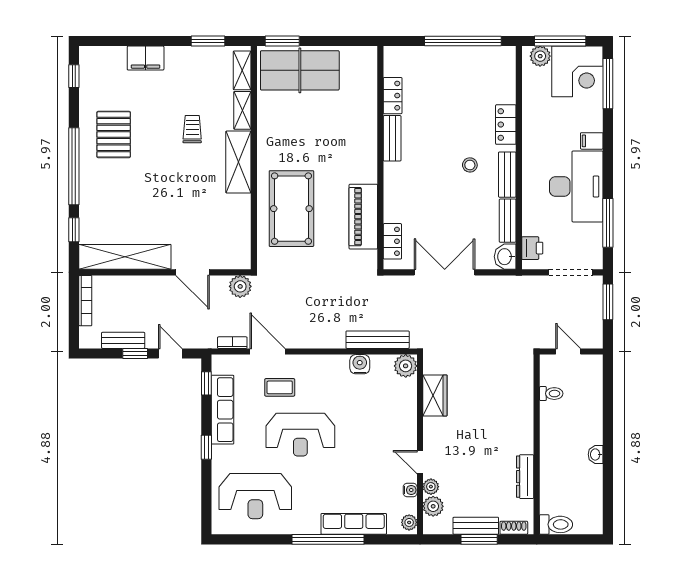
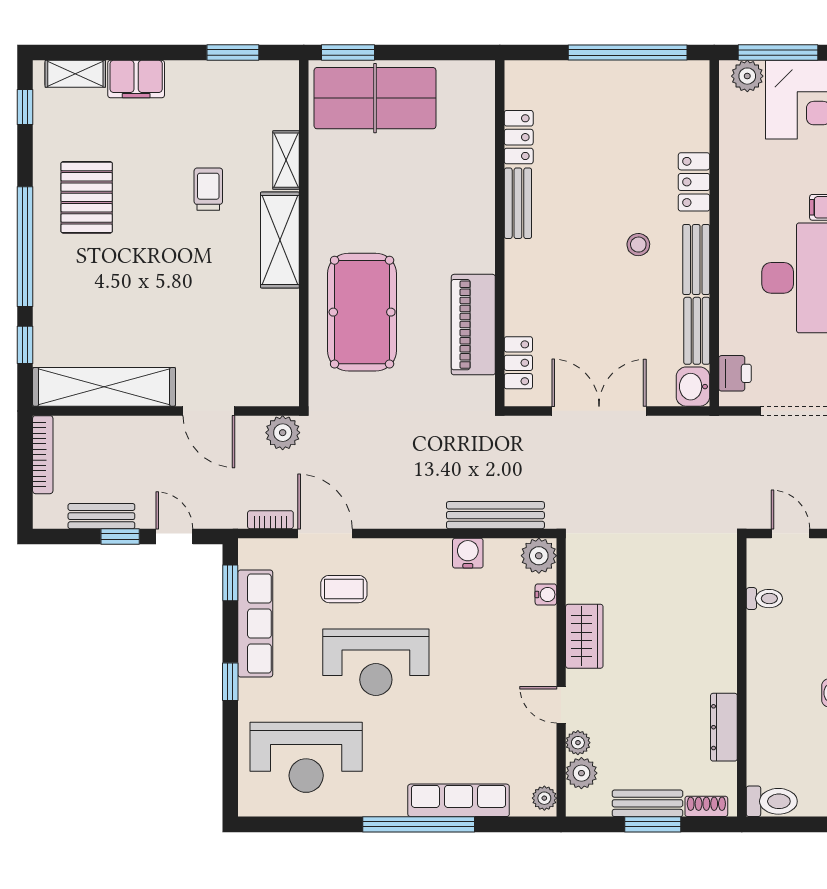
shelving: (242, 70) -> (75, 74), moved, turned 90
wardrobe: (435, 395) -> (584, 636), moved
water cooler: (410, 490) -> (546, 595), moved

